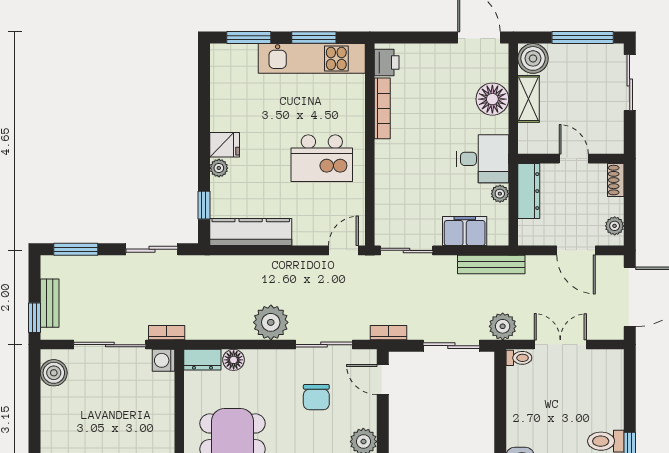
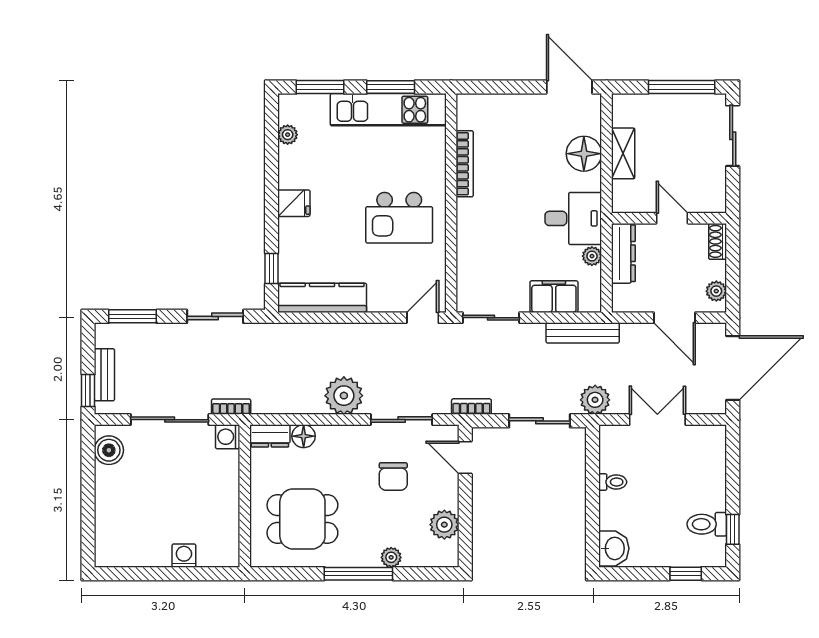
boiler: (533, 58) -> (628, 110), removed
printer: (387, 63) -> (469, 114), removed
plant: (219, 168) -> (288, 135), moved
toilet: (519, 358) -> (613, 482), moved

